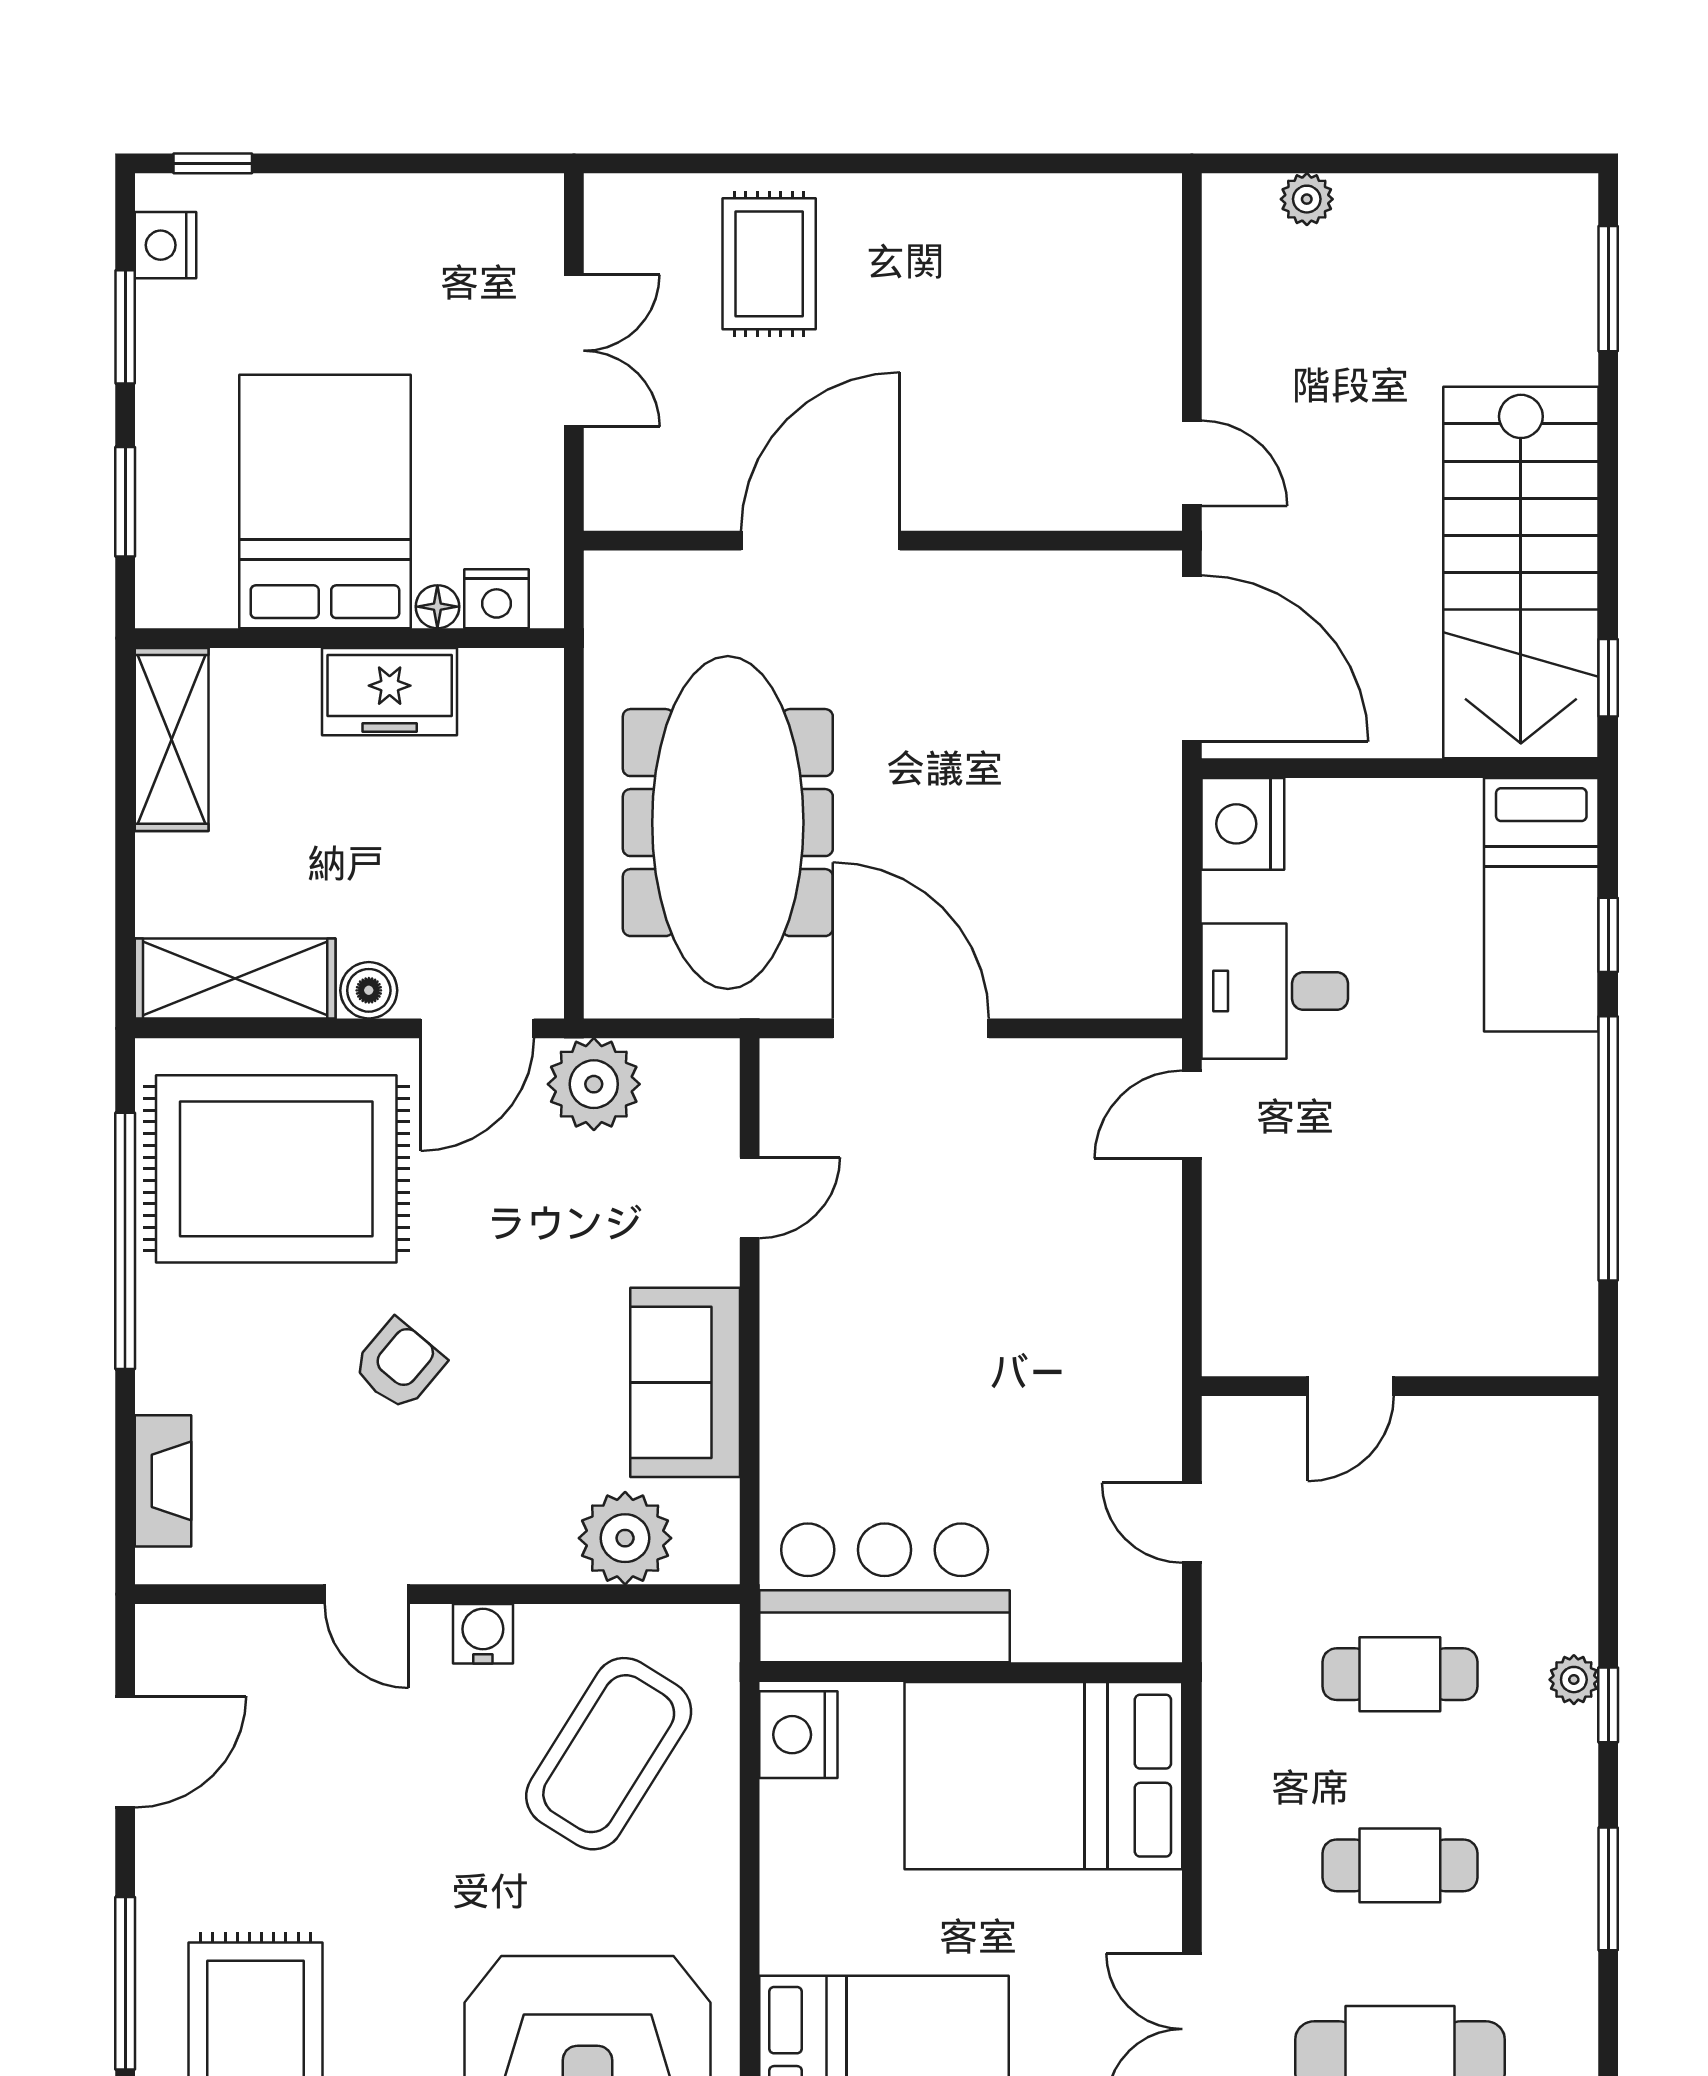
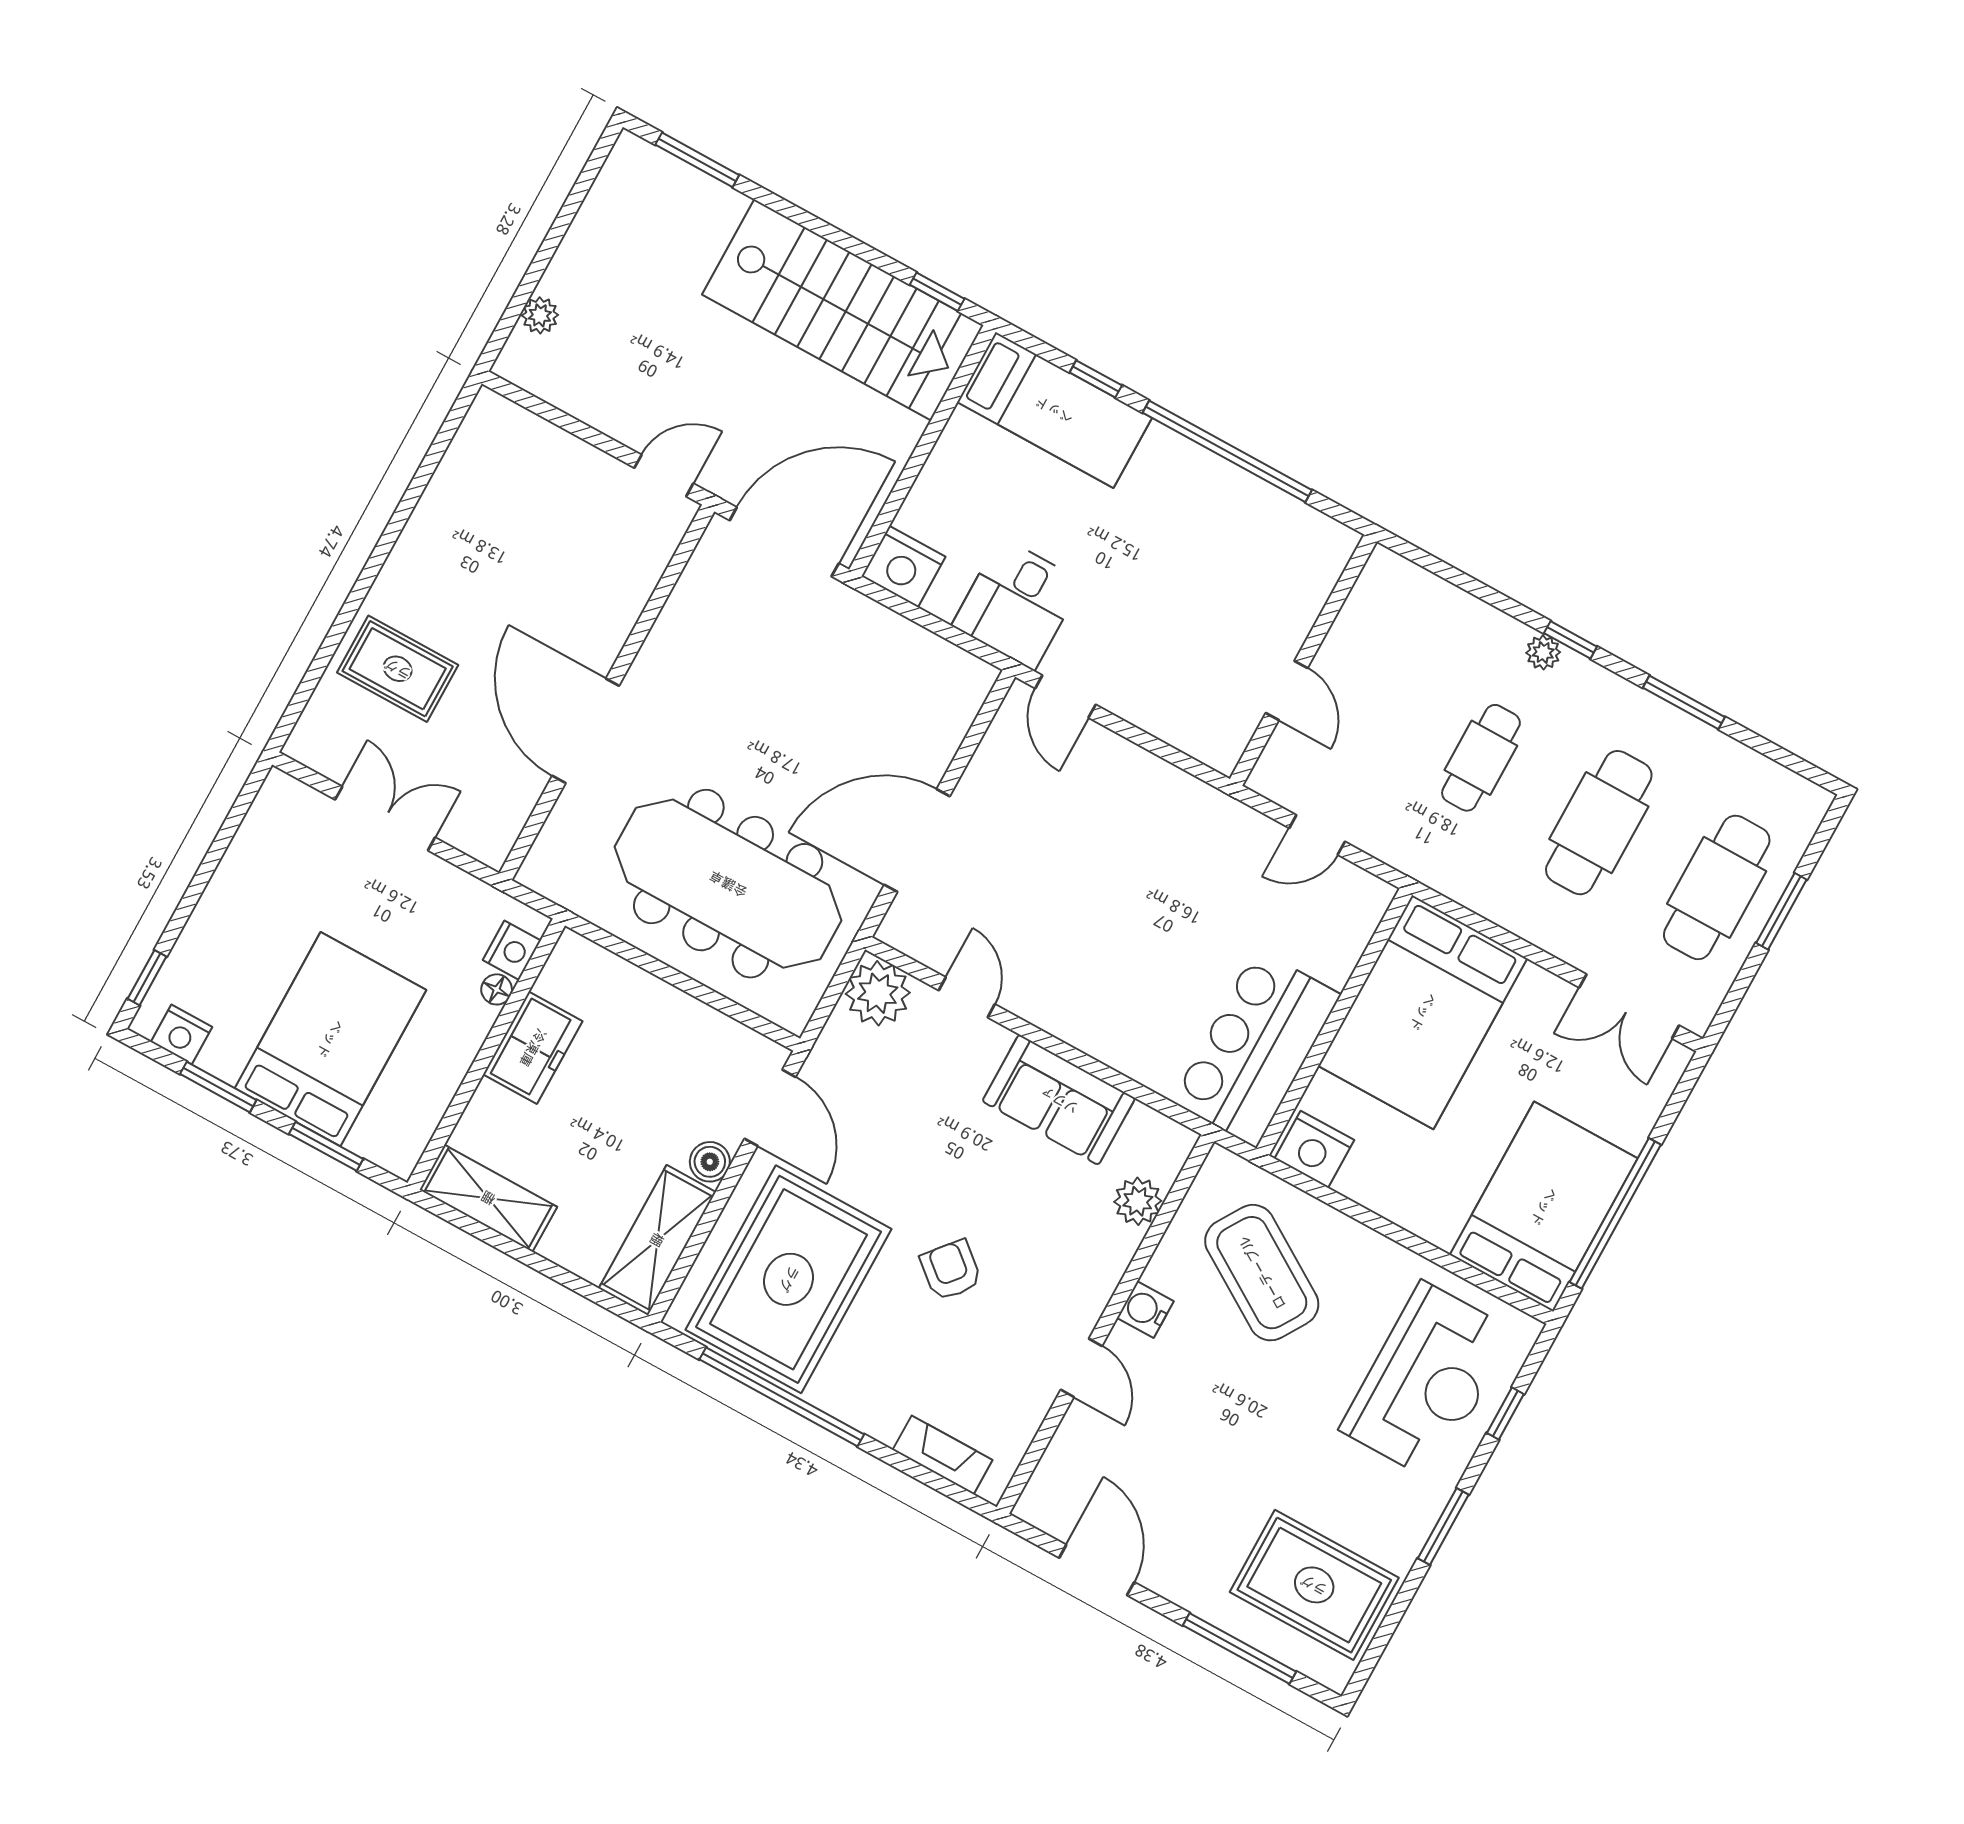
bed: (325, 501) -> (330, 1039), moved, turned 90
plant: (594, 1084) -> (878, 993), moved
plant: (625, 1538) -> (1138, 1201), width x0.73, depth x0.73
door: (366, 1594) -> (1081, 1368), hinge flipped
cafe table: (1400, 1865) -> (1599, 823), width x1.37, depth x1.35

